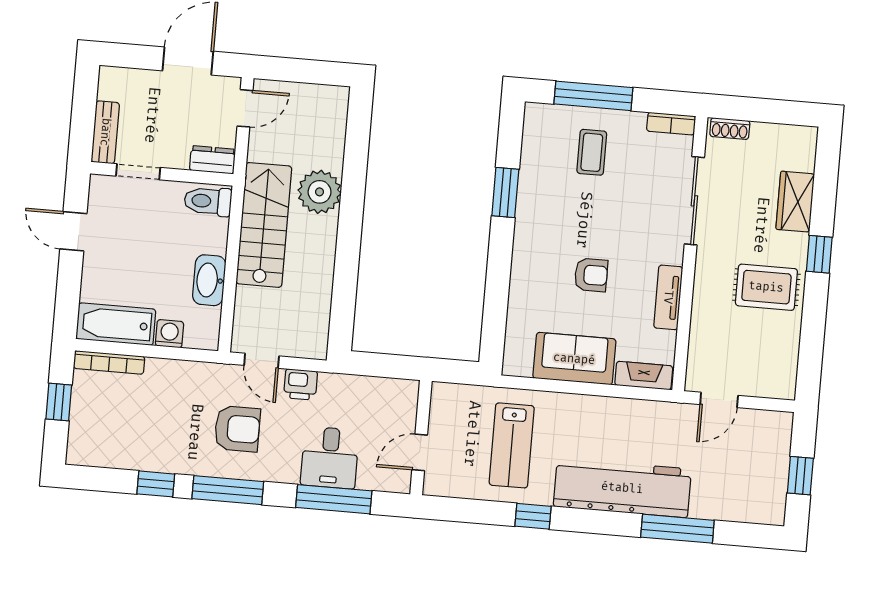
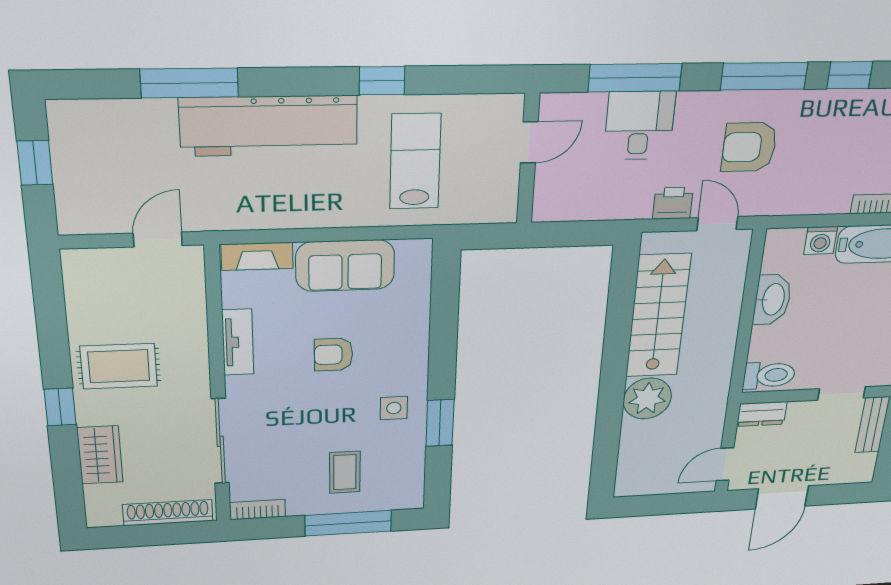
shoe rack: (730, 129) -> (168, 513), width x1.94, depth x1.24
side table: (544, 214) -> (394, 408), added
stairs: (264, 225) -> (658, 316), moved, turned 180

